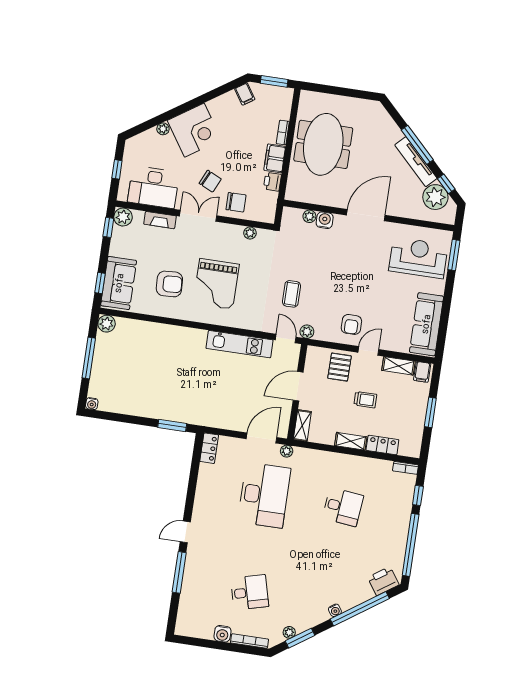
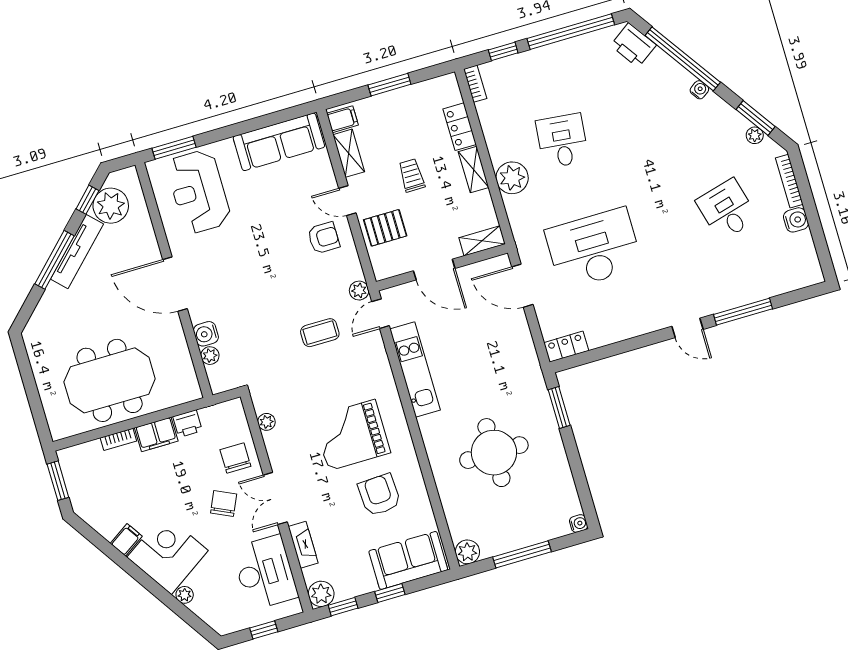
filing cabinet: (245, 94) -> (126, 540), moved
window: (100, 283) -> (390, 593), moved
grand piano: (216, 284) -> (352, 435), turned 180
round table: (163, 370) -> (494, 453), added
plant: (287, 451) -> (512, 178), moved, width x1.87, depth x1.87

